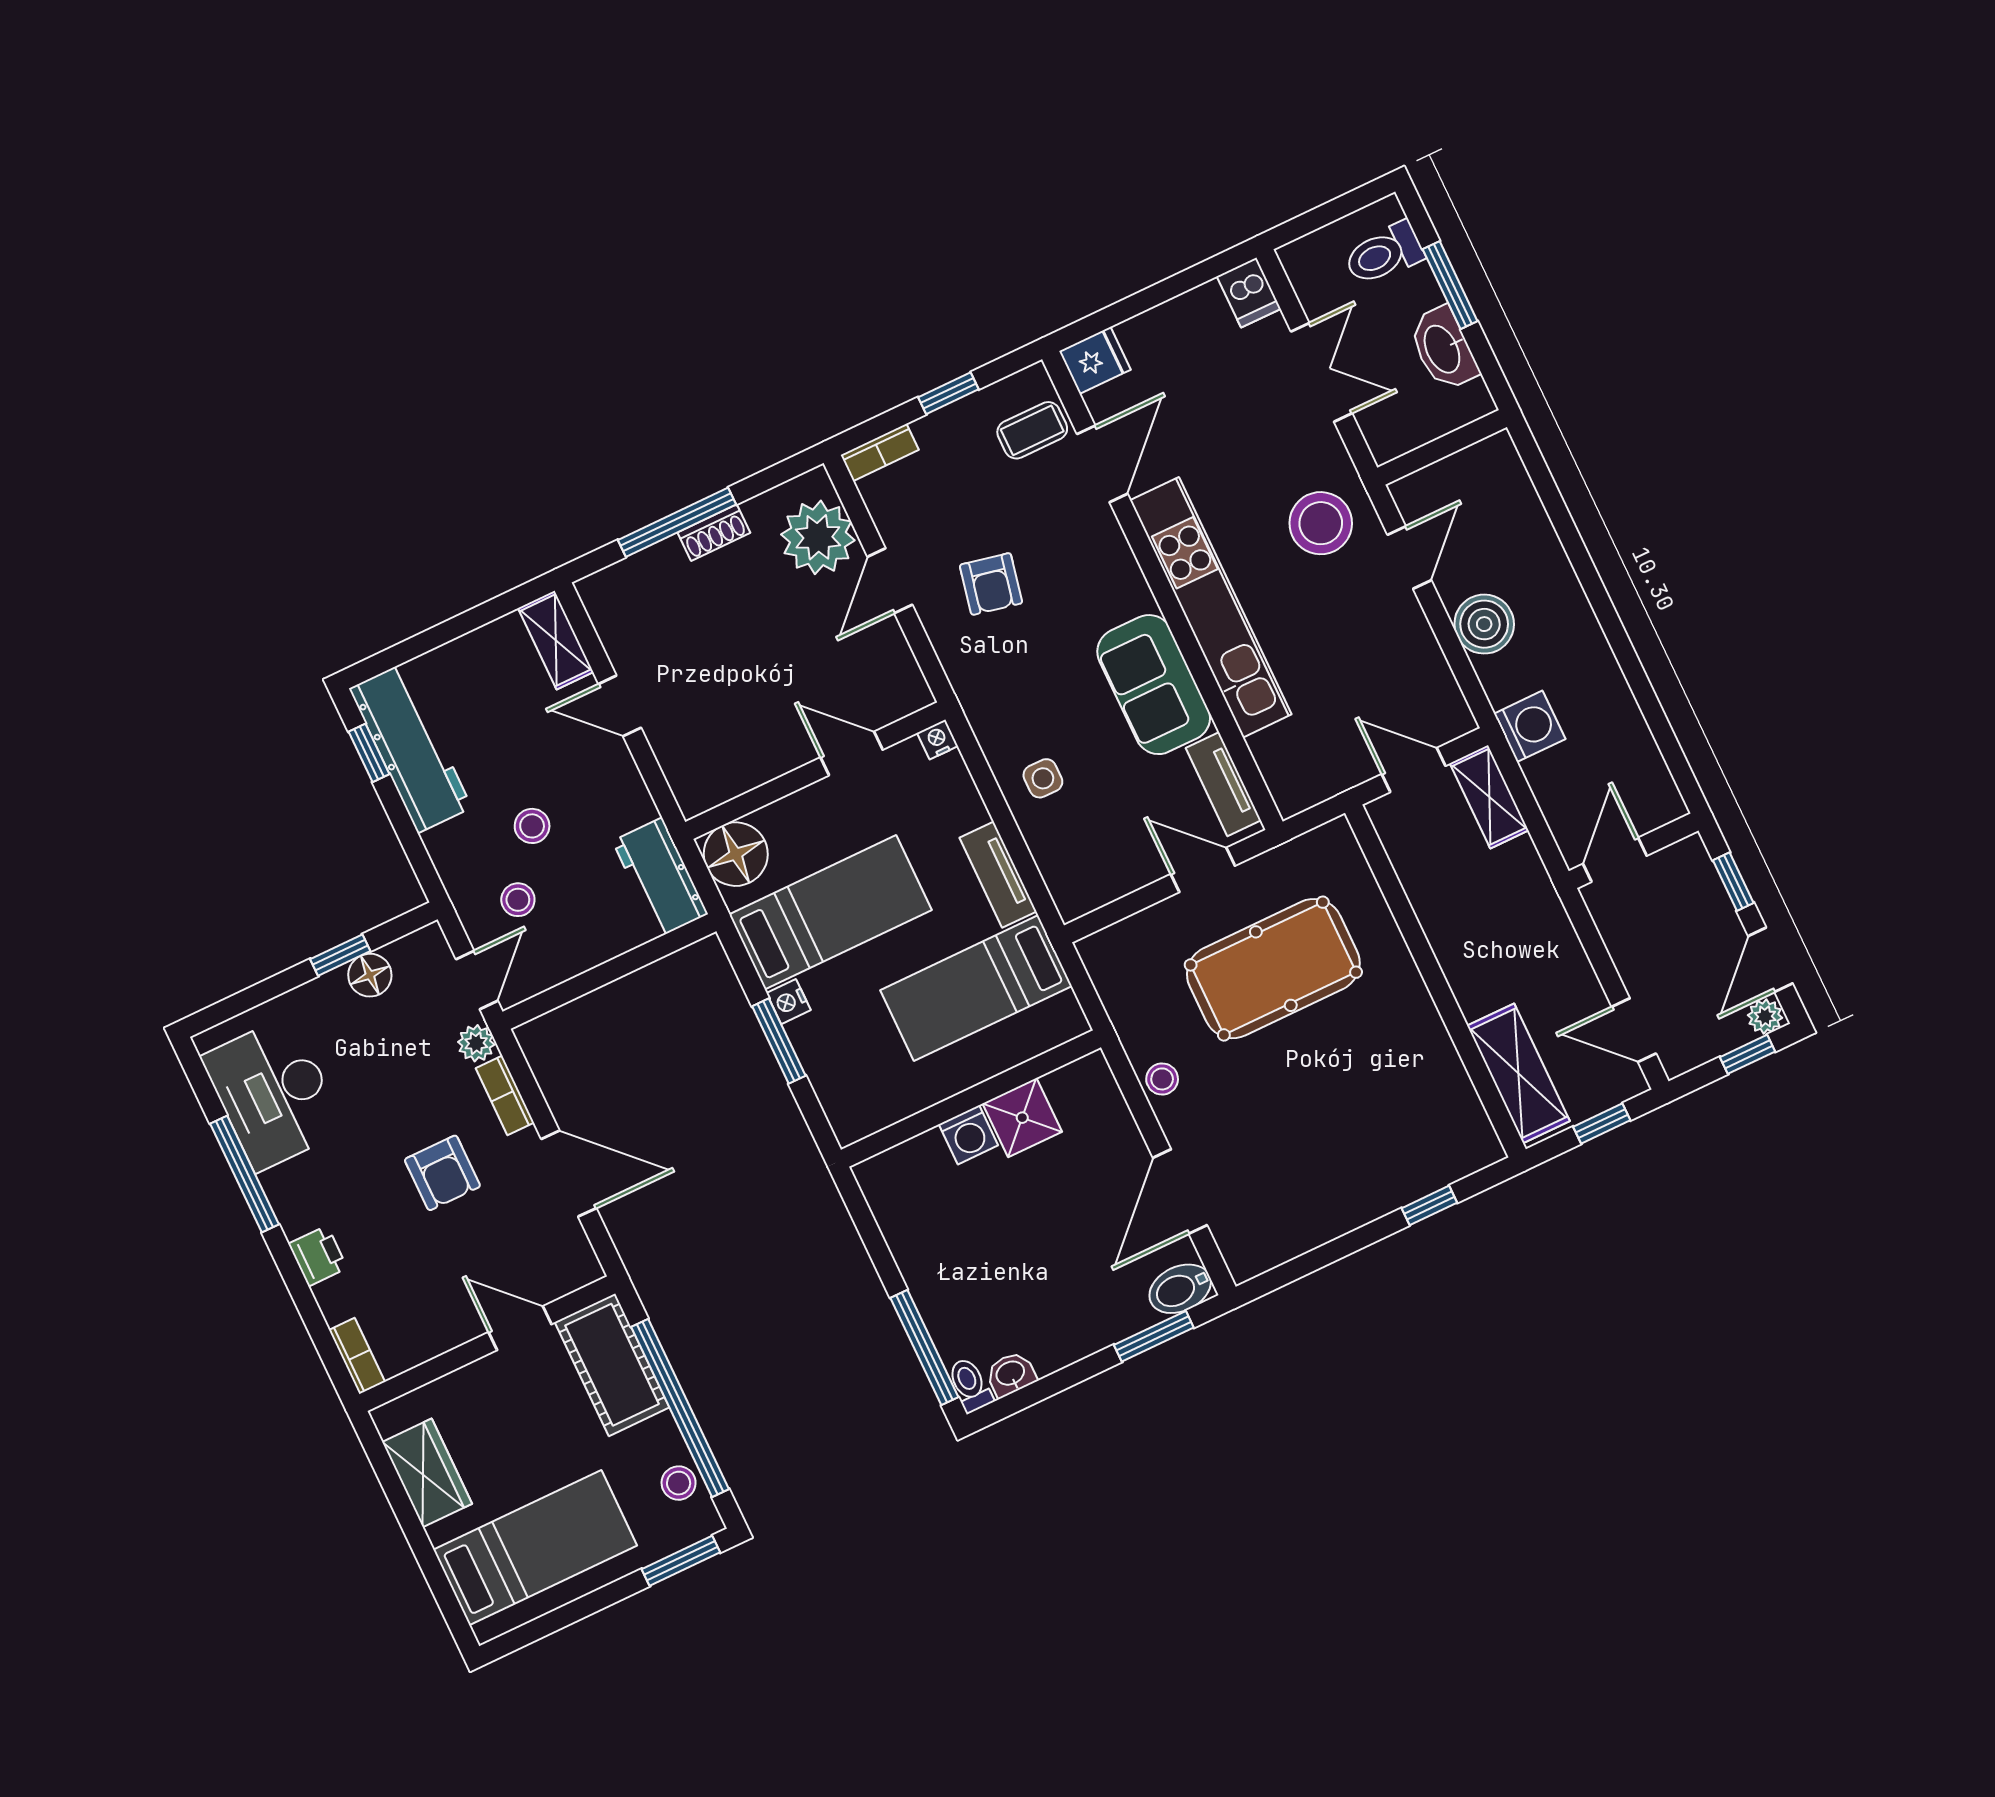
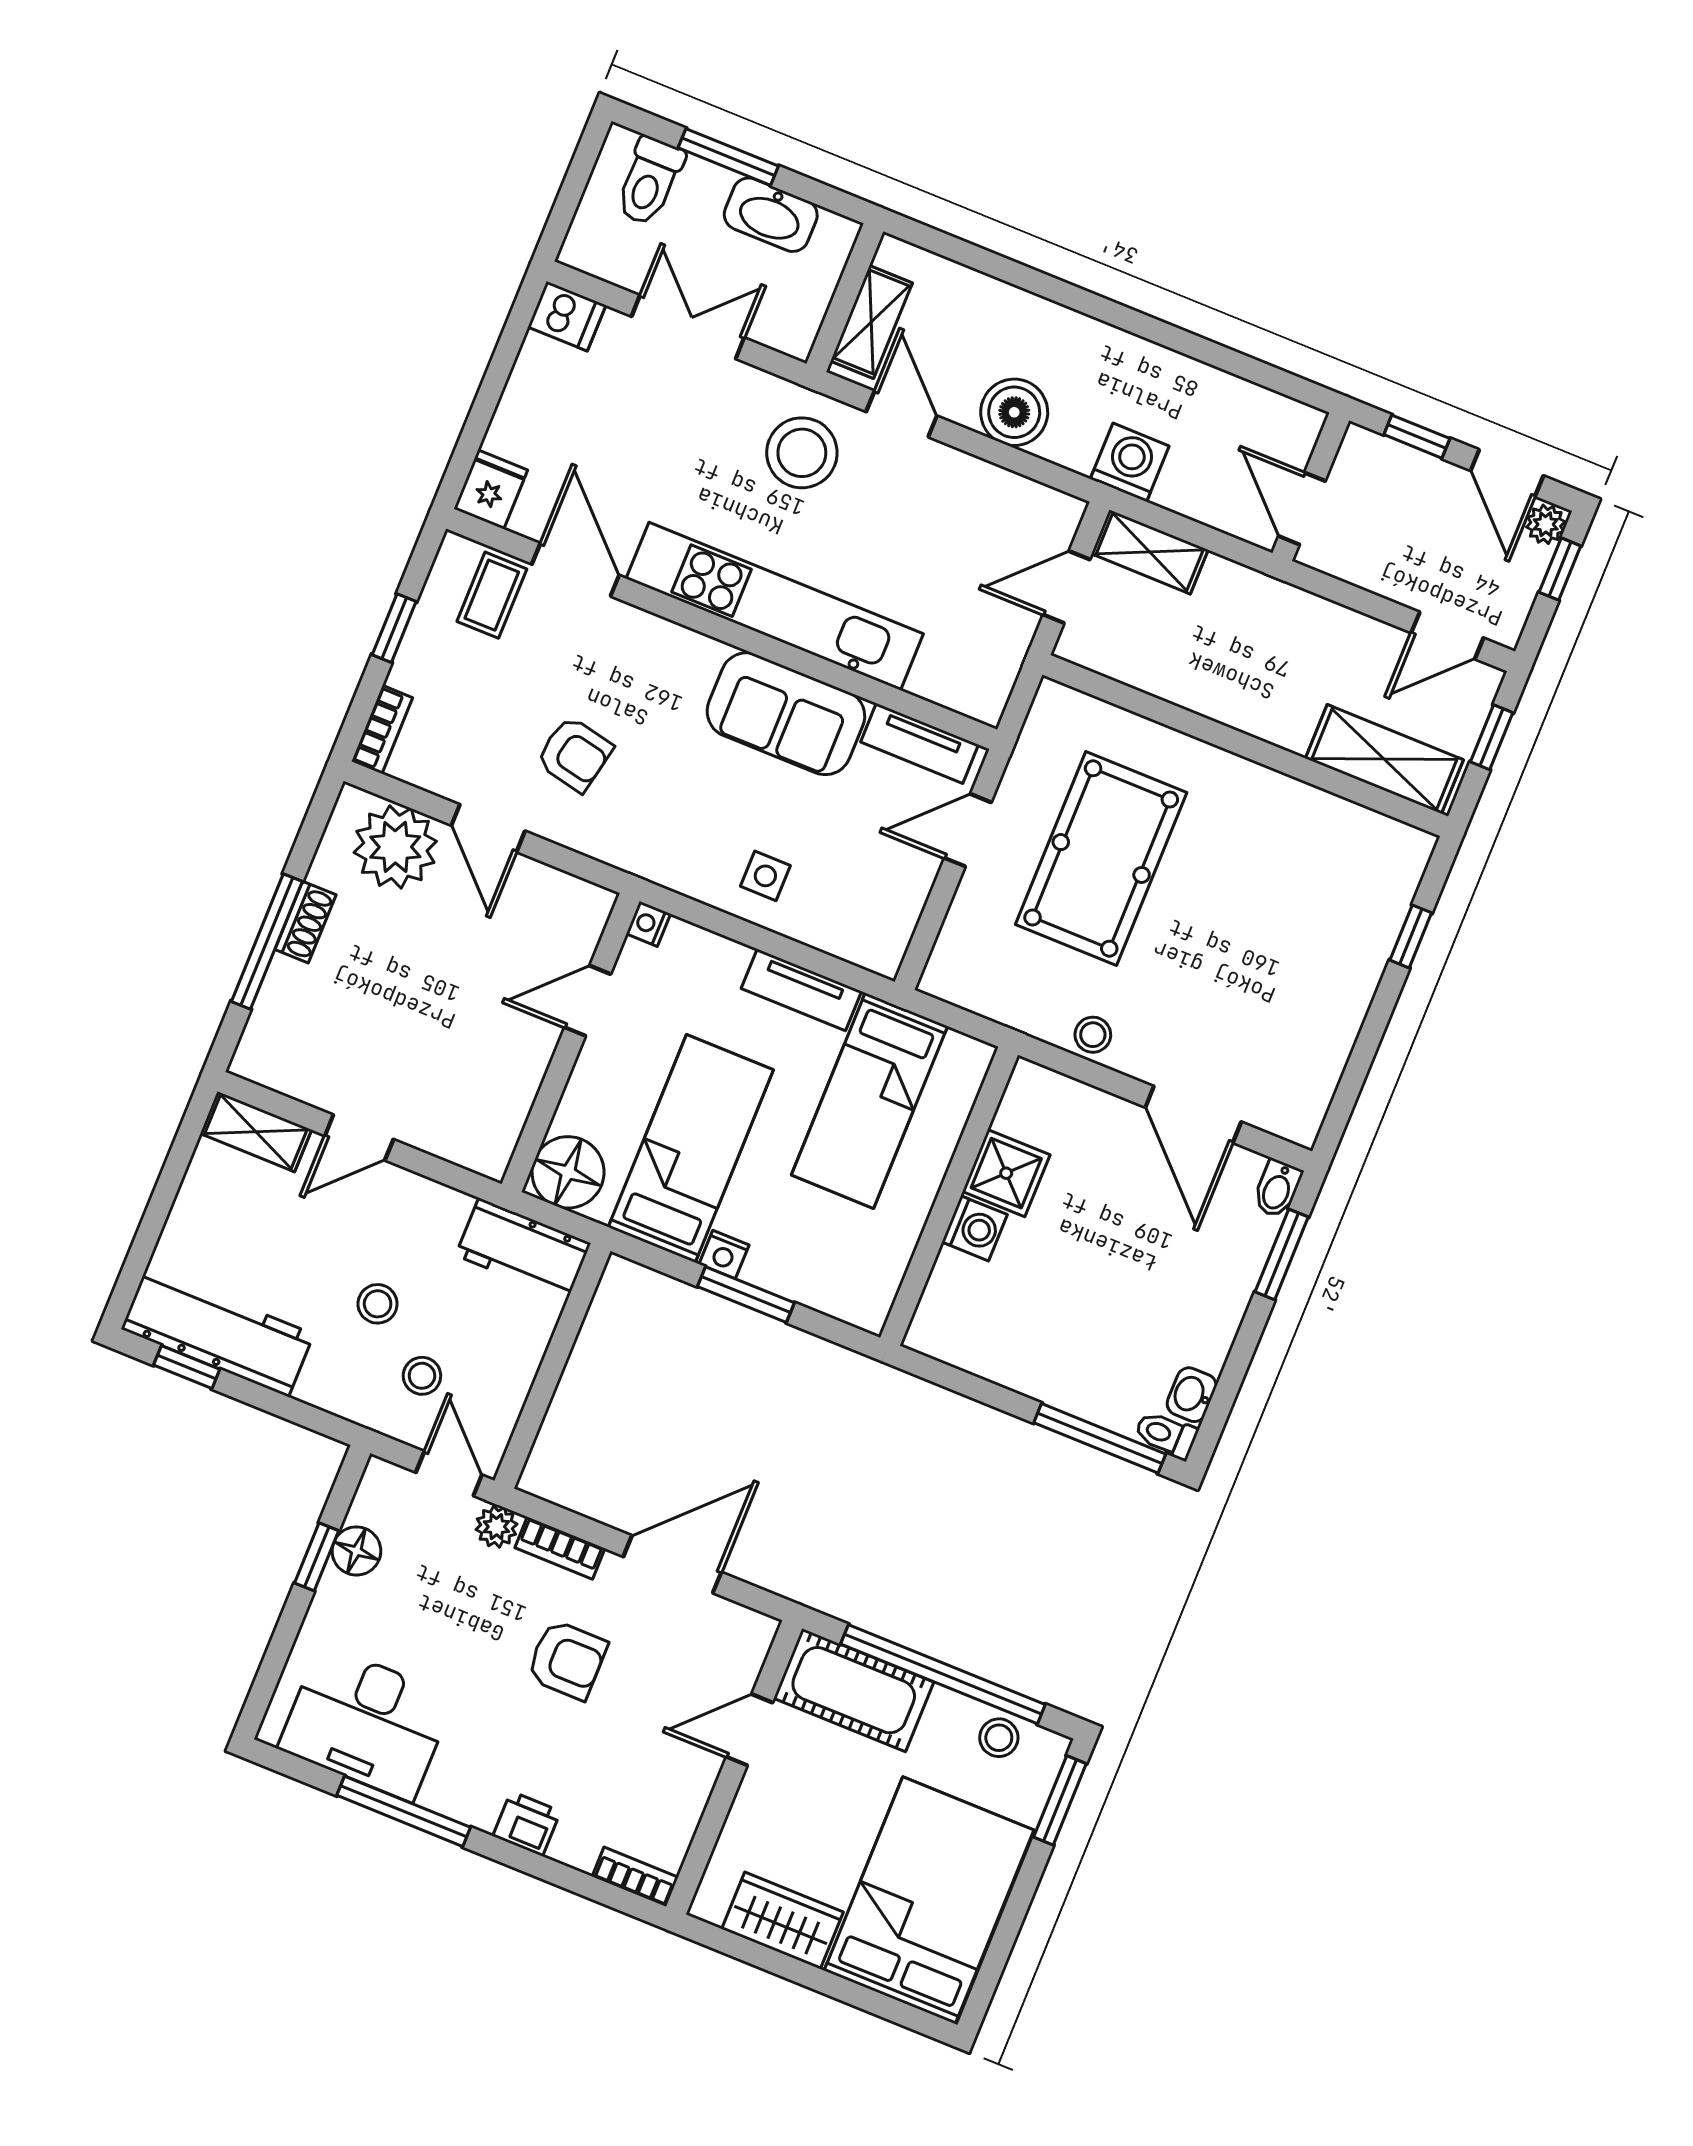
shelving: (1445, 479) -> (871, 322), added
bidet: (1180, 1289) -> (1277, 1189), width x0.72, depth x0.74
bed: (535, 1548) -> (929, 1900), width x1.50

